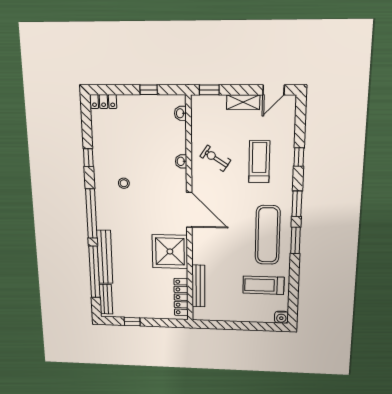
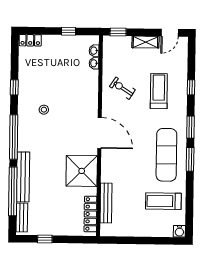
washbasin: (181, 161) -> (94, 63), moved

